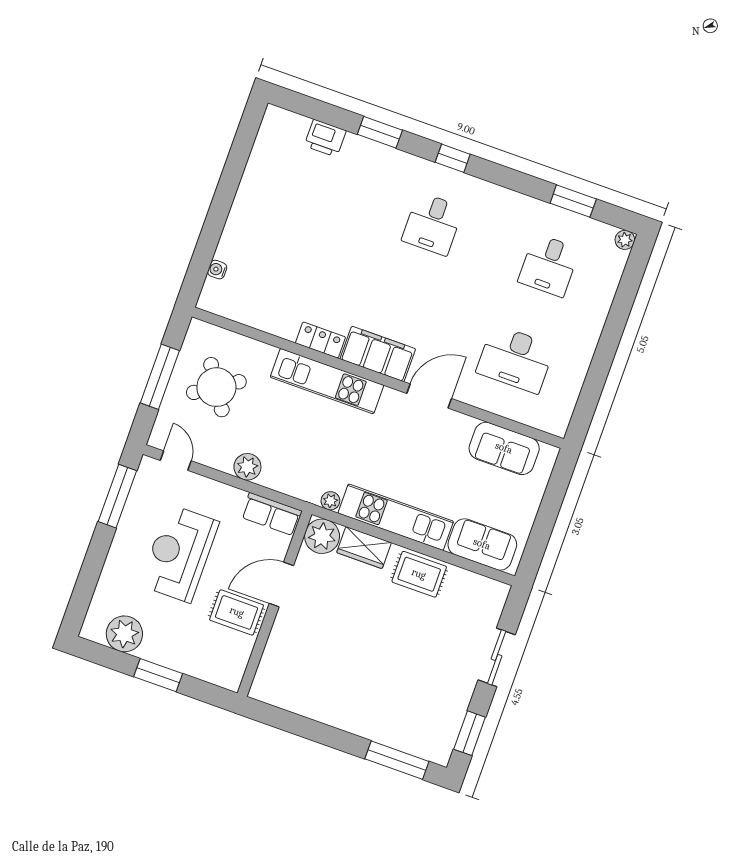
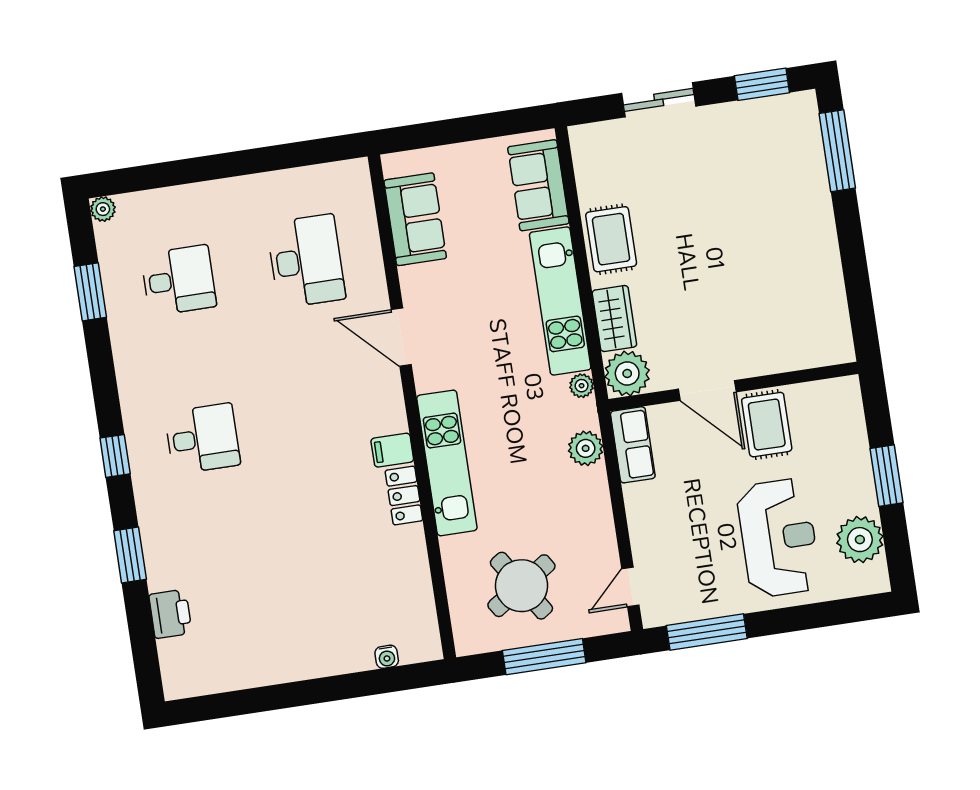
filing cabinet: (378, 354) -> (392, 450), width x0.33, depth x0.86
plant: (247, 467) -> (586, 448), moved
reception desk: (179, 553) -> (778, 538), moved, turned -90

